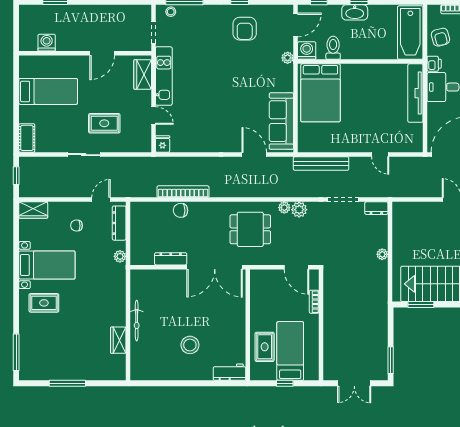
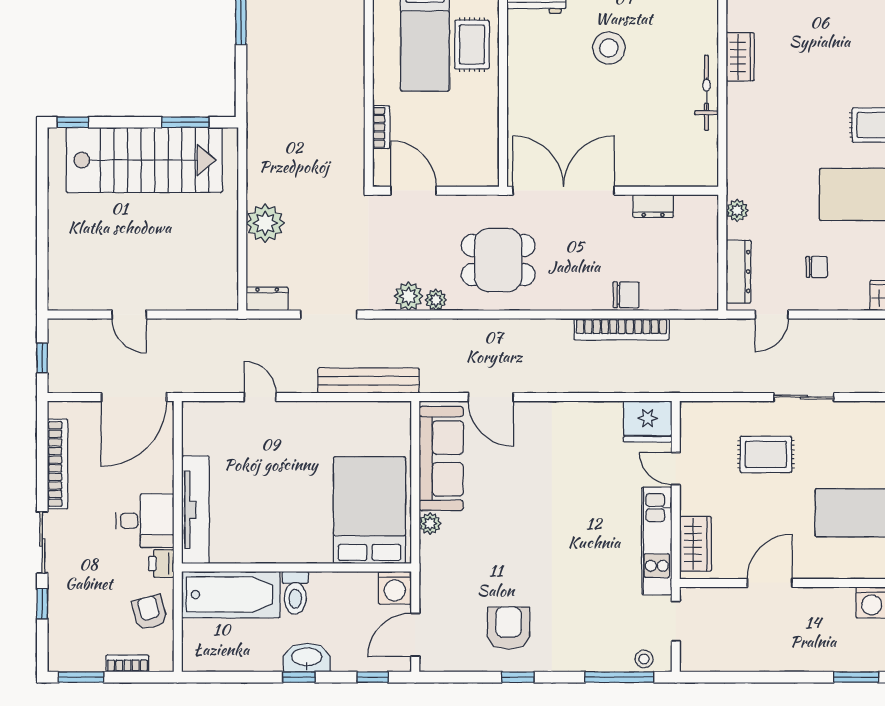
bathtub: (410, 33) -> (231, 595), moved, turned 90
toilet: (333, 48) -> (295, 593), moved
plant: (288, 58) -> (430, 524), moved
fridge: (163, 144) -> (648, 422), width x1.88, depth x1.34
plant: (382, 254) -> (265, 223), width x1.87, depth x1.87
dresser: (171, 259) -> (653, 206), width x0.70

